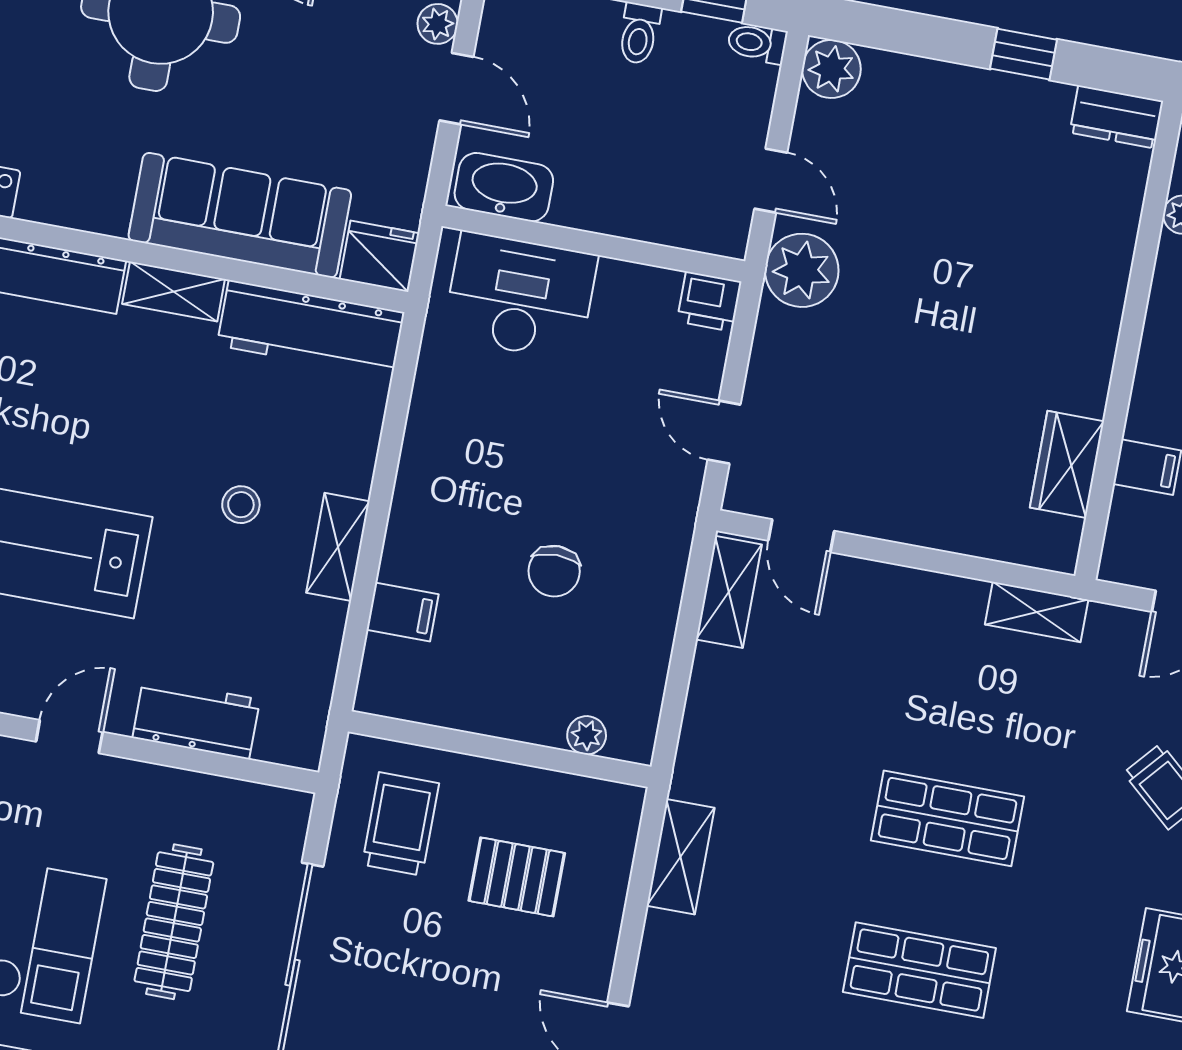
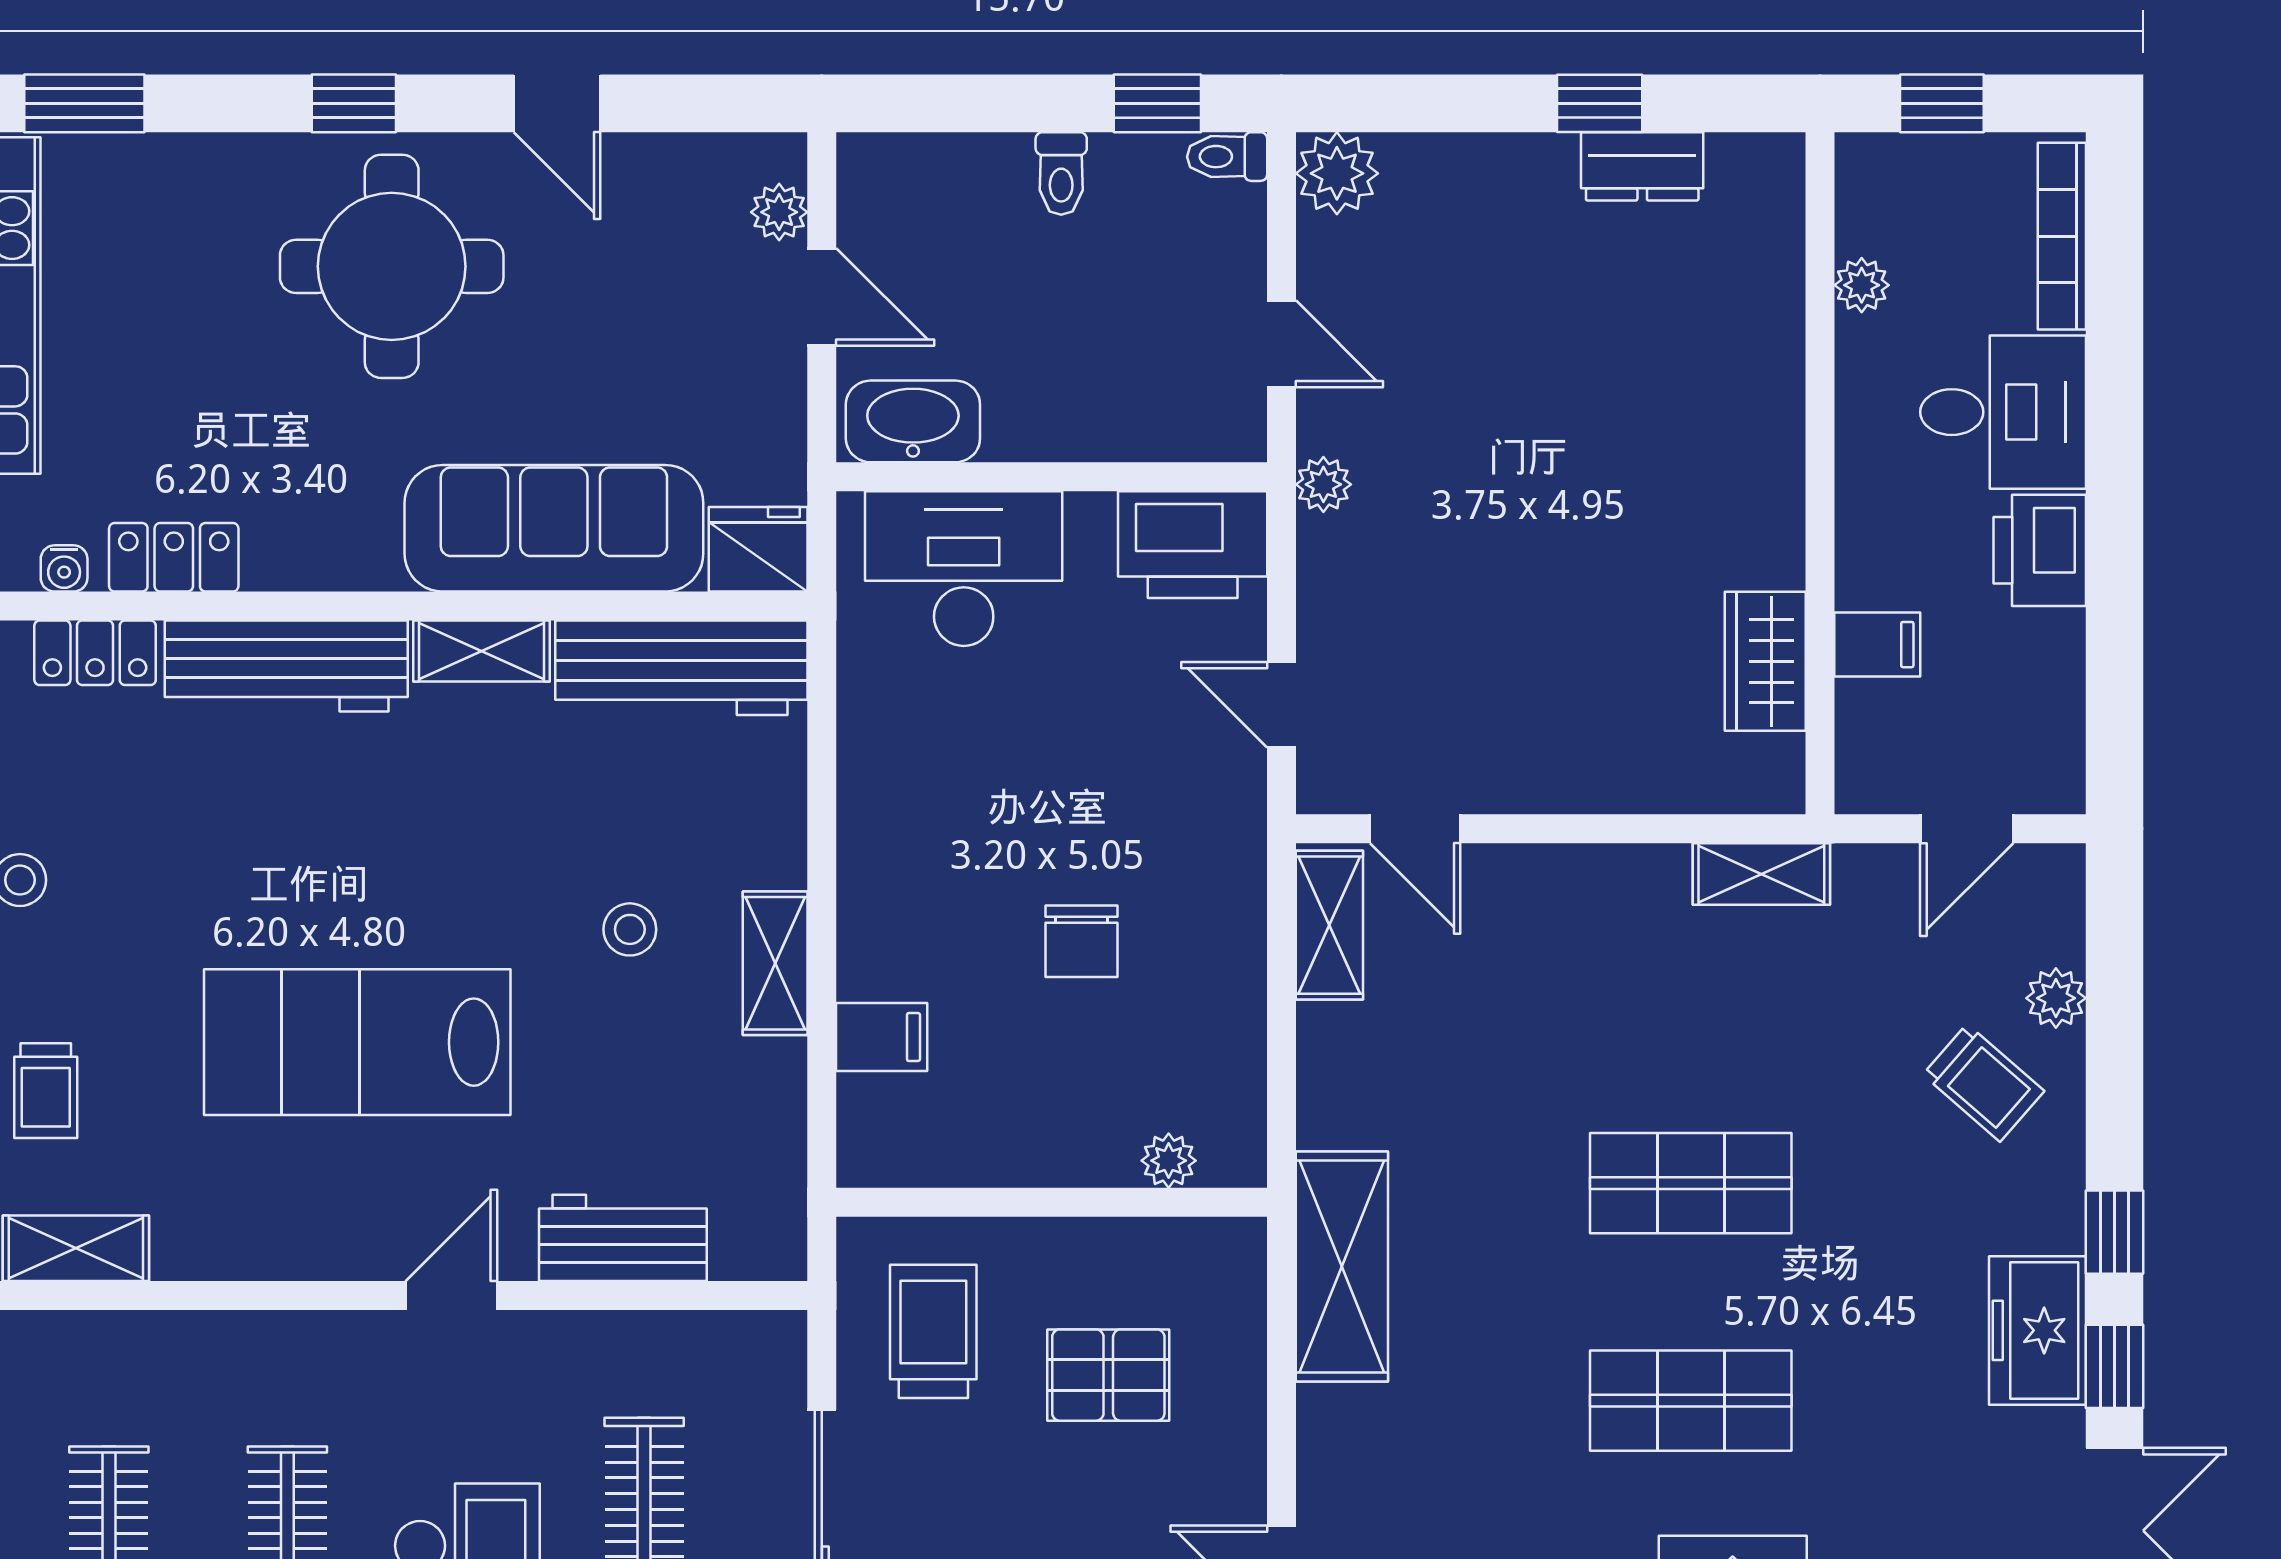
dresser: (1116, 117) -> (1642, 166), moved
plant: (802, 270) -> (1323, 484), width x0.53, depth x0.53
printer: (709, 302) -> (1193, 545), width x1.87, depth x1.48
shelving: (681, 857) -> (1342, 1267), width x1.50, depth x1.33

